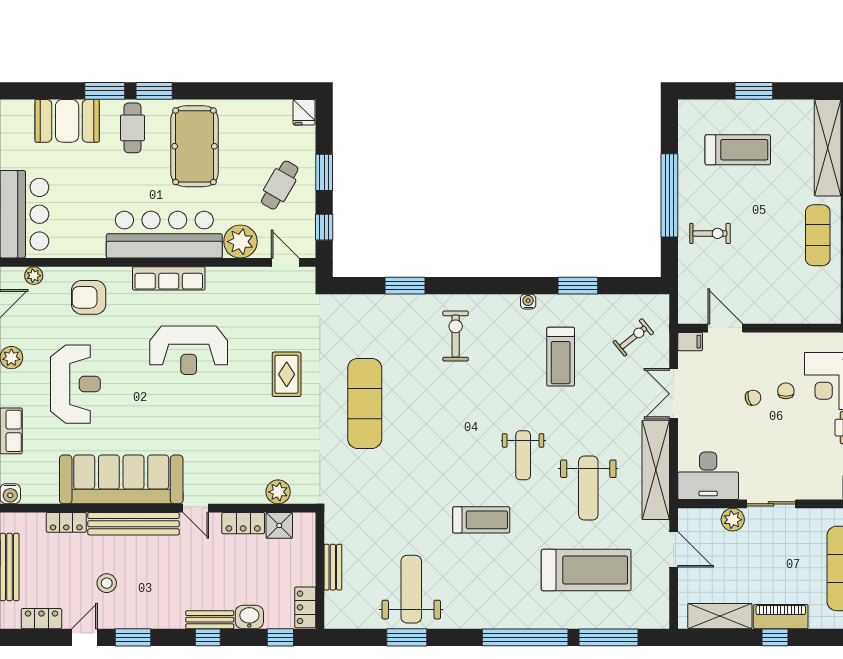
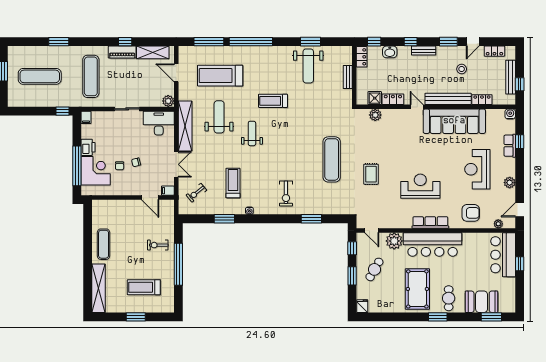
window: (105, 91) -> (491, 317), moved
plant: (733, 520) -> (168, 101), moved
door: (674, 549) -> (176, 73), moved
bench: (210, 620) -> (424, 51), moved

